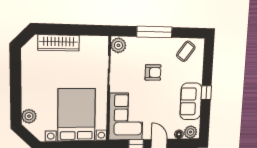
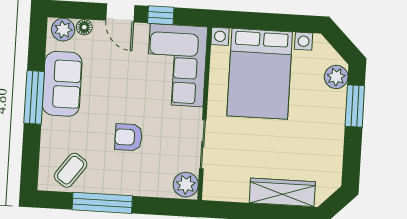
window: (154, 32) -> (102, 203), moved
window: (206, 93) -> (34, 97), width x2.17
window: (16, 99) -> (355, 106), added

